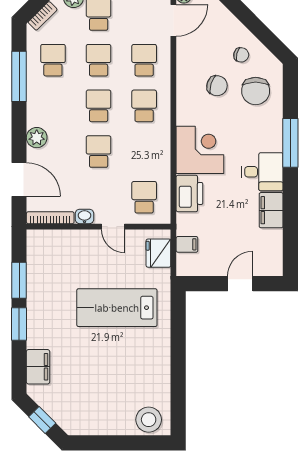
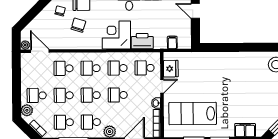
school desk: (53, 106) -> (91, 122), added
school desk: (144, 152) -> (118, 68), added
fridge: (158, 253) -> (171, 69), moved, turned -90
lab bench: (117, 308) -> (193, 113), moved, turned 90

